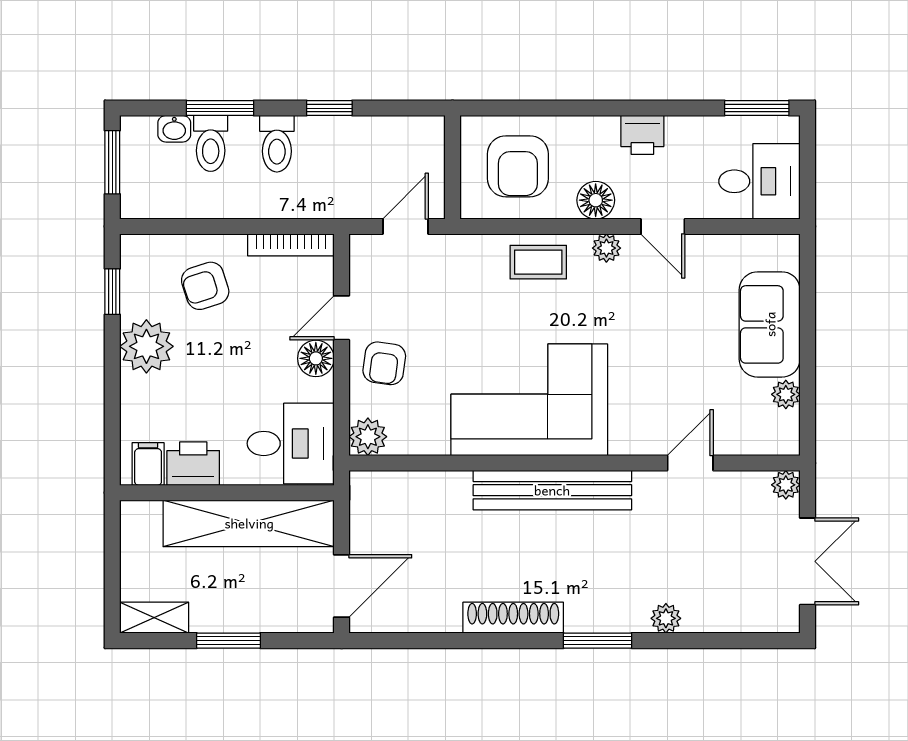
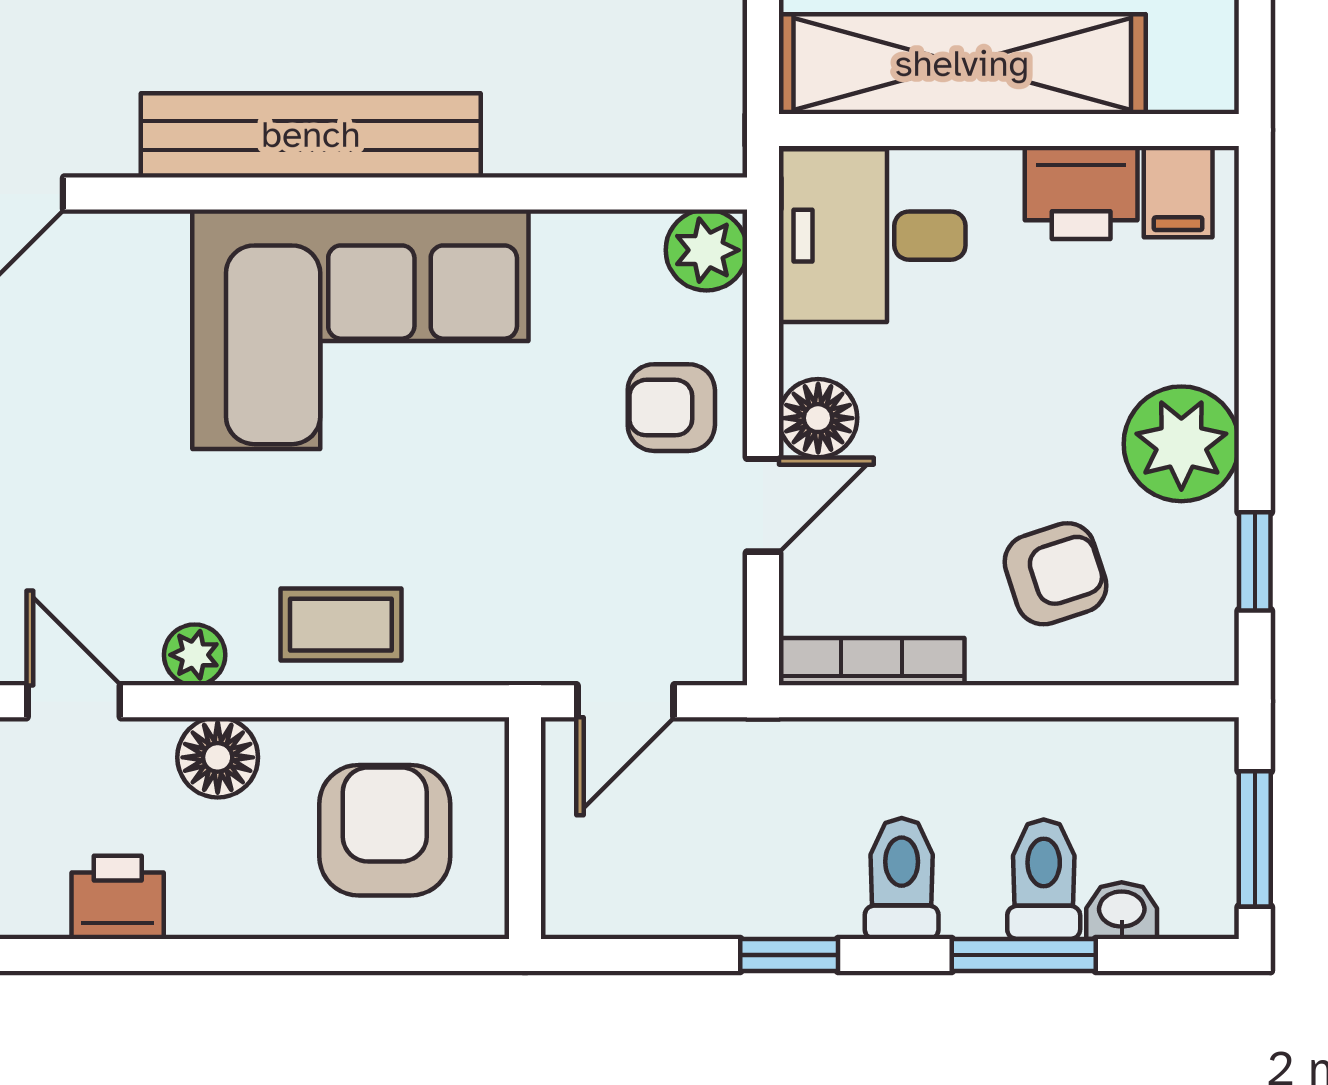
armchair: (384, 363) -> (671, 408), turned -98

